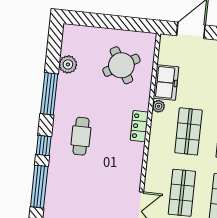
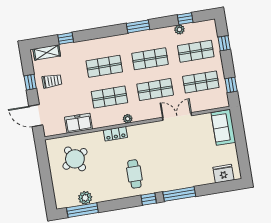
window: (49, 94) -> (82, 210), moved
plant: (159, 106) -> (128, 119), moved
cafe table: (81, 136) -> (134, 174), turned 90

